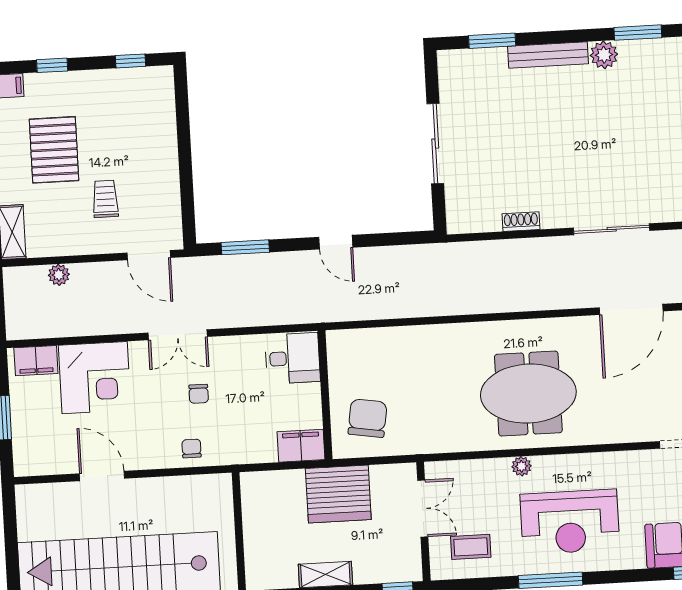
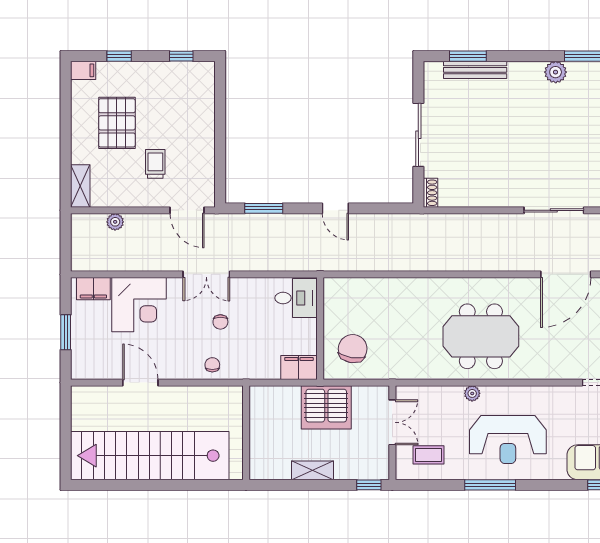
bench: (548, 55) -> (475, 70), moved
shoe rack: (521, 222) -> (430, 193), moved, turned 90

